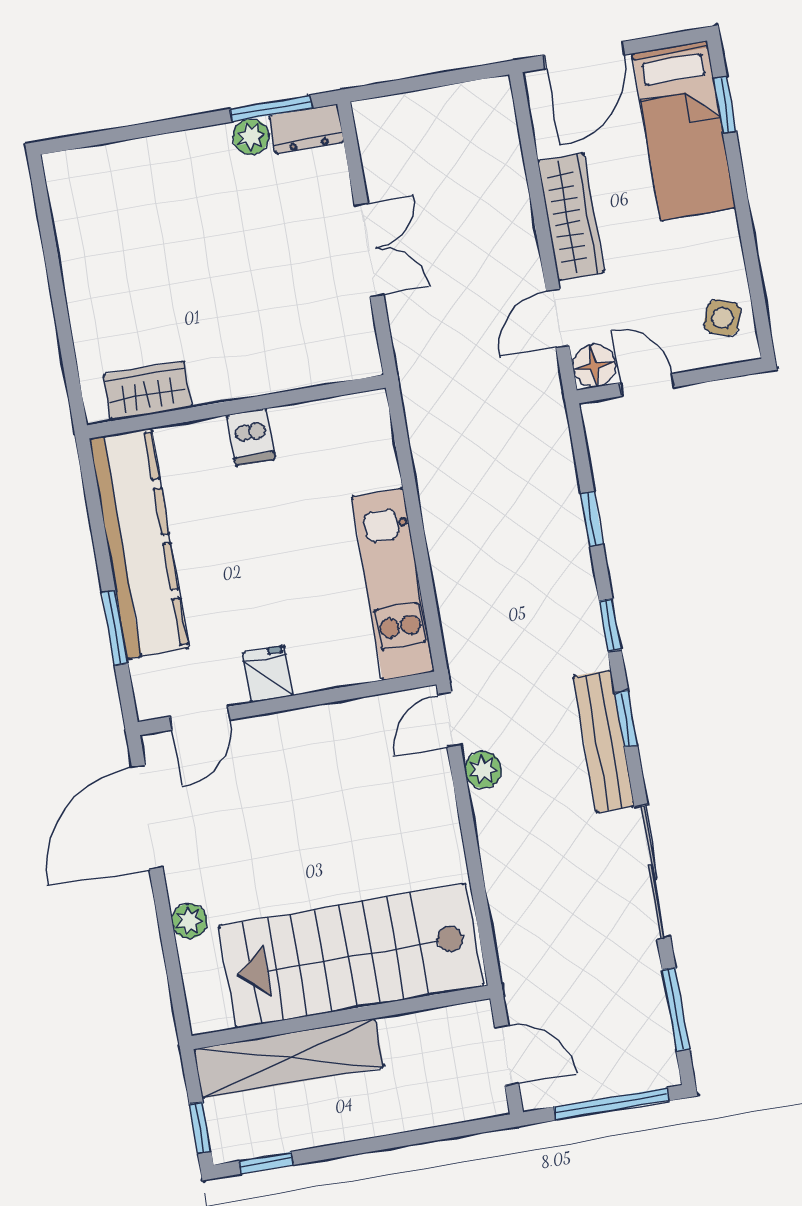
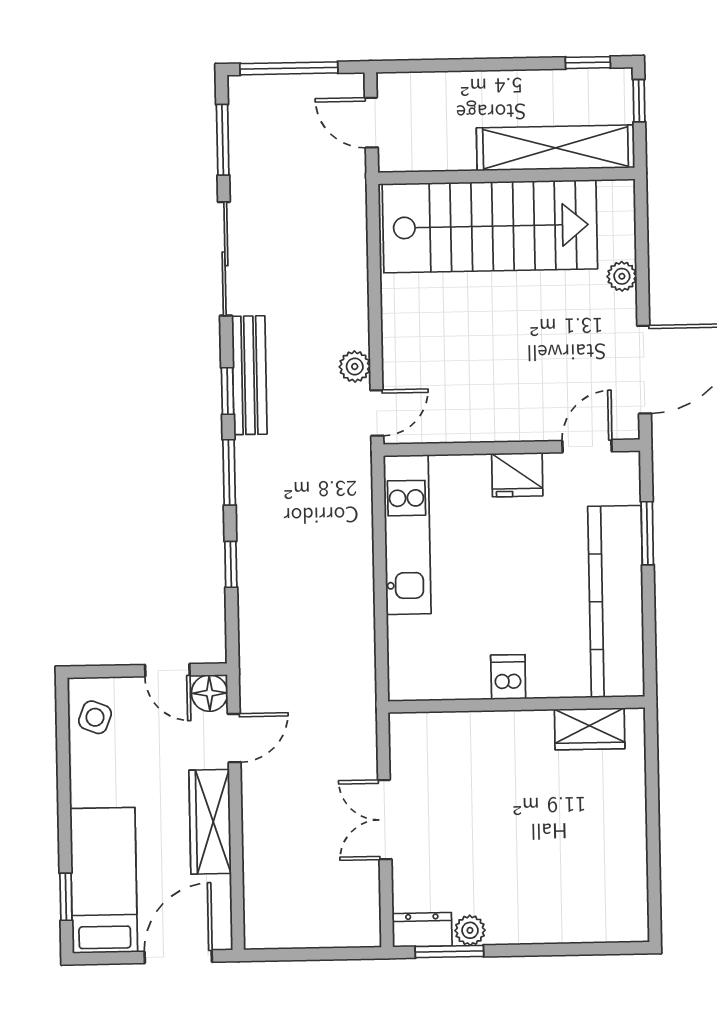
window: (610, 625) -> (229, 472), width x1.50
fridge: (268, 674) -> (517, 475), width x1.38

